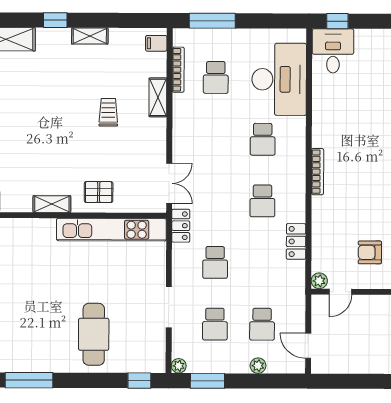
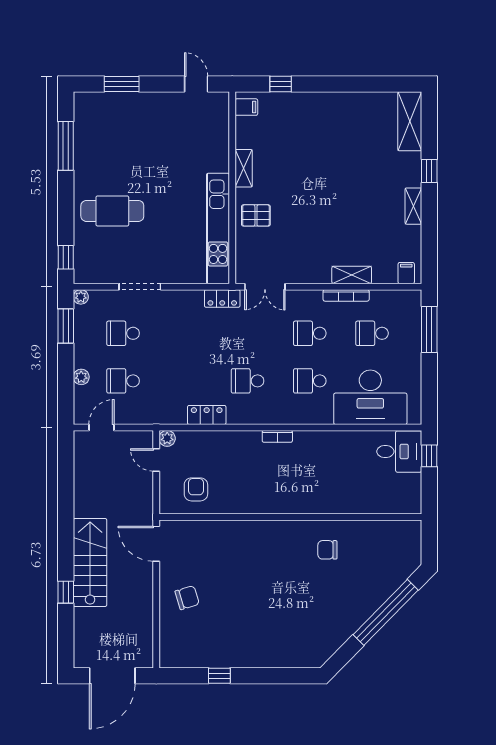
bookcase: (178, 70) -> (346, 295), moved
trolley: (108, 112) -> (336, 225), removed
bookcase: (318, 172) -> (277, 436), width x0.64
pallet: (99, 192) -> (256, 215), turned 90
school desk: (215, 262) -> (310, 333), moved

